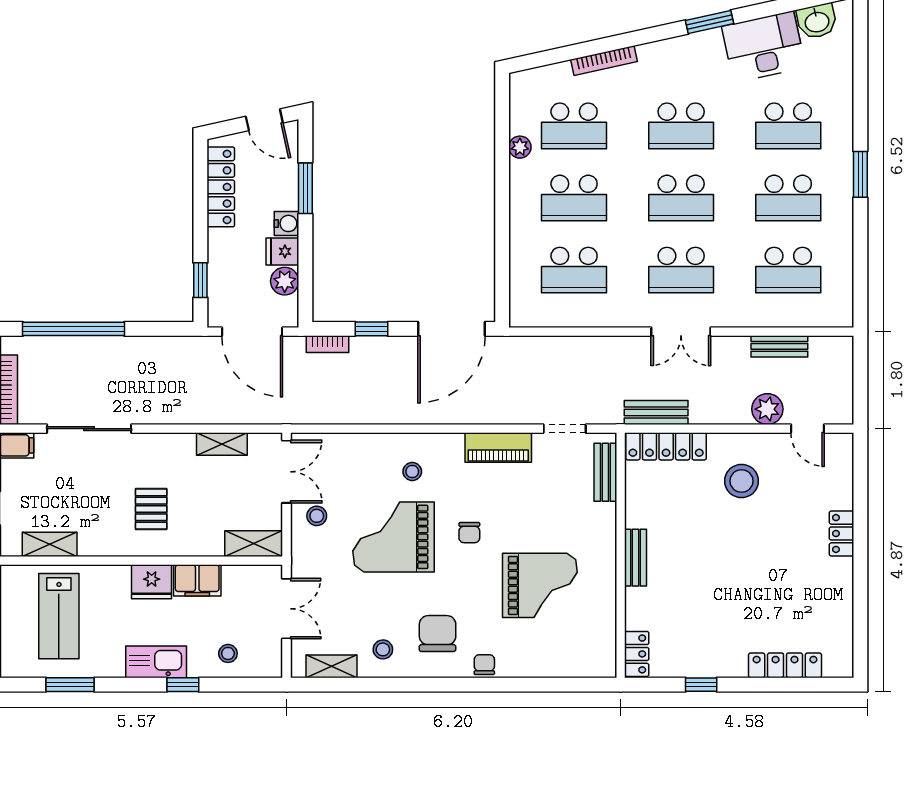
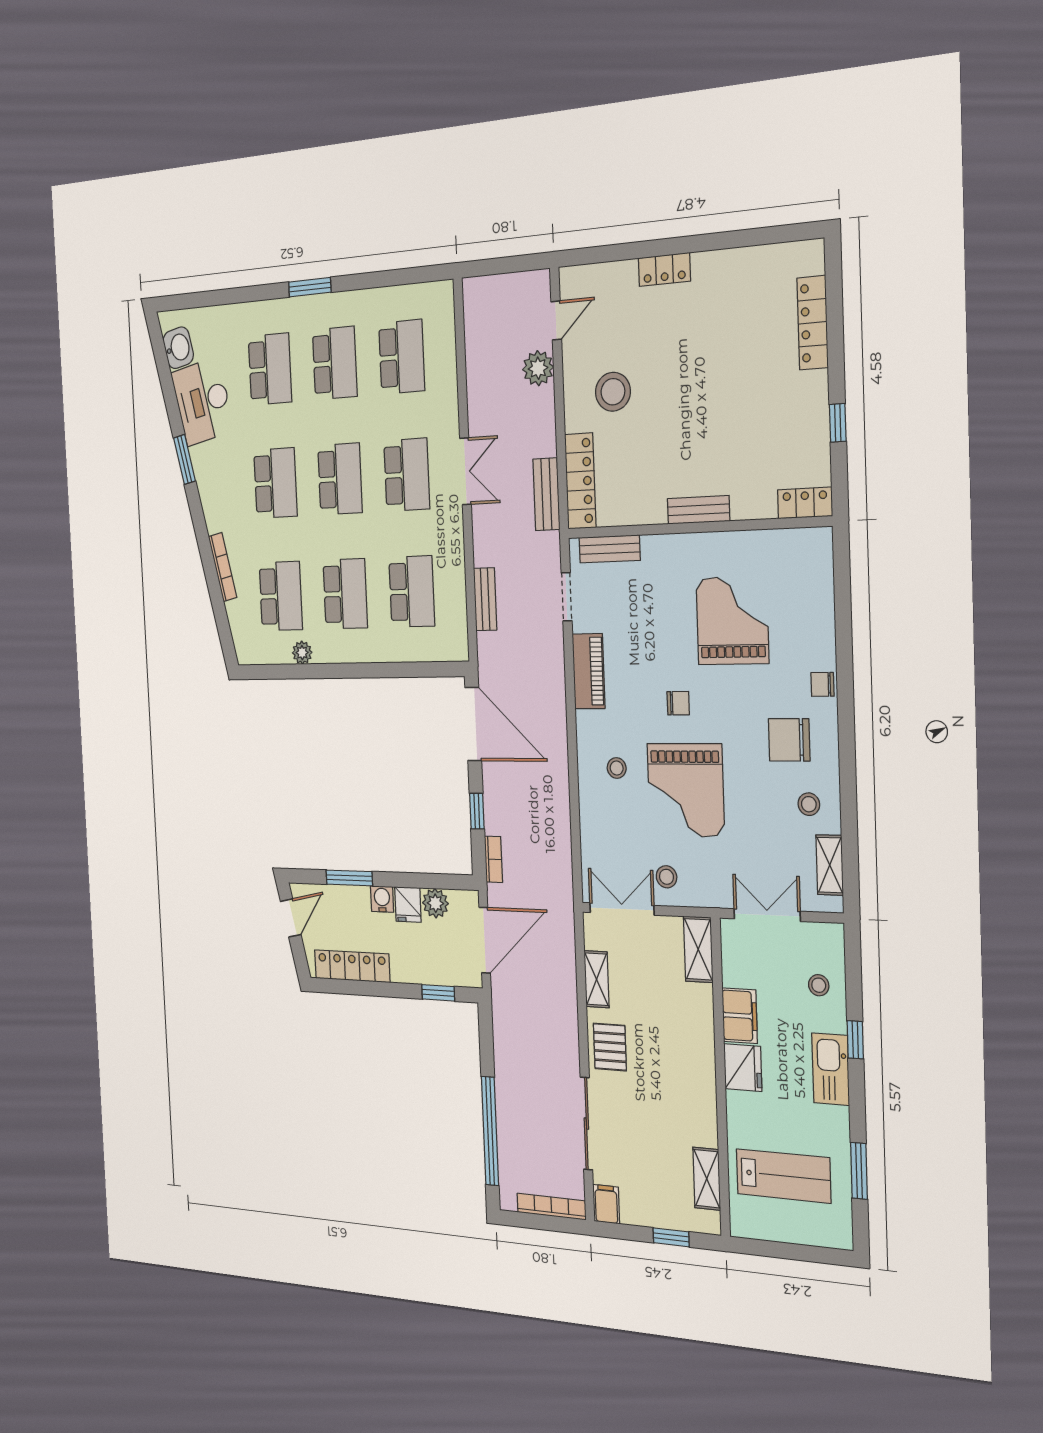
bench: (779, 346) -> (485, 599), moved
pallet: (151, 509) -> (610, 1047), moved, turned 90

